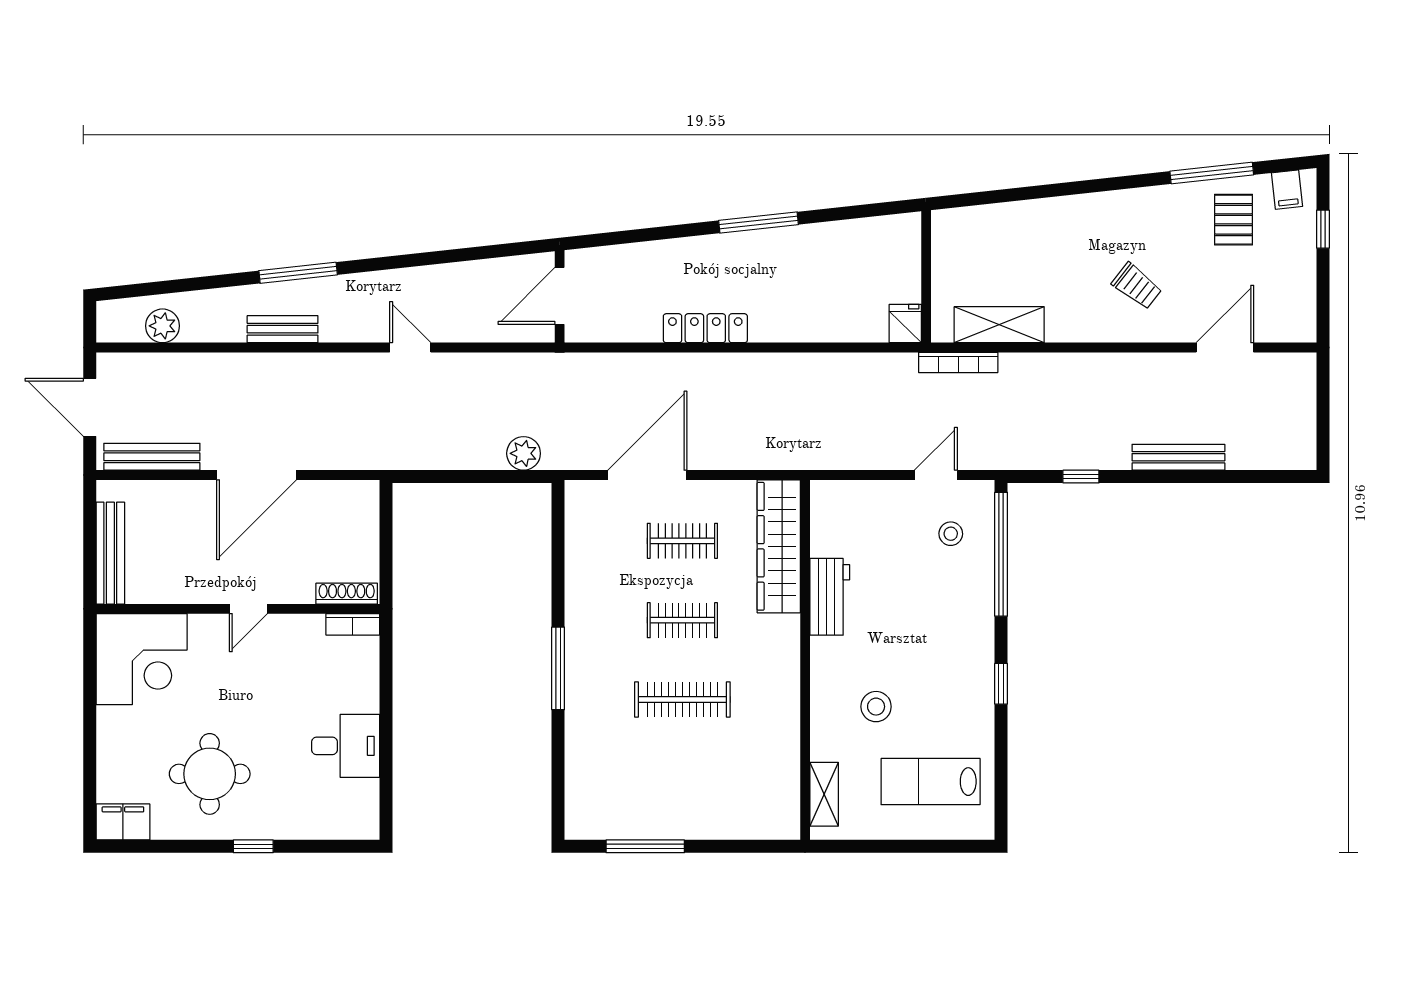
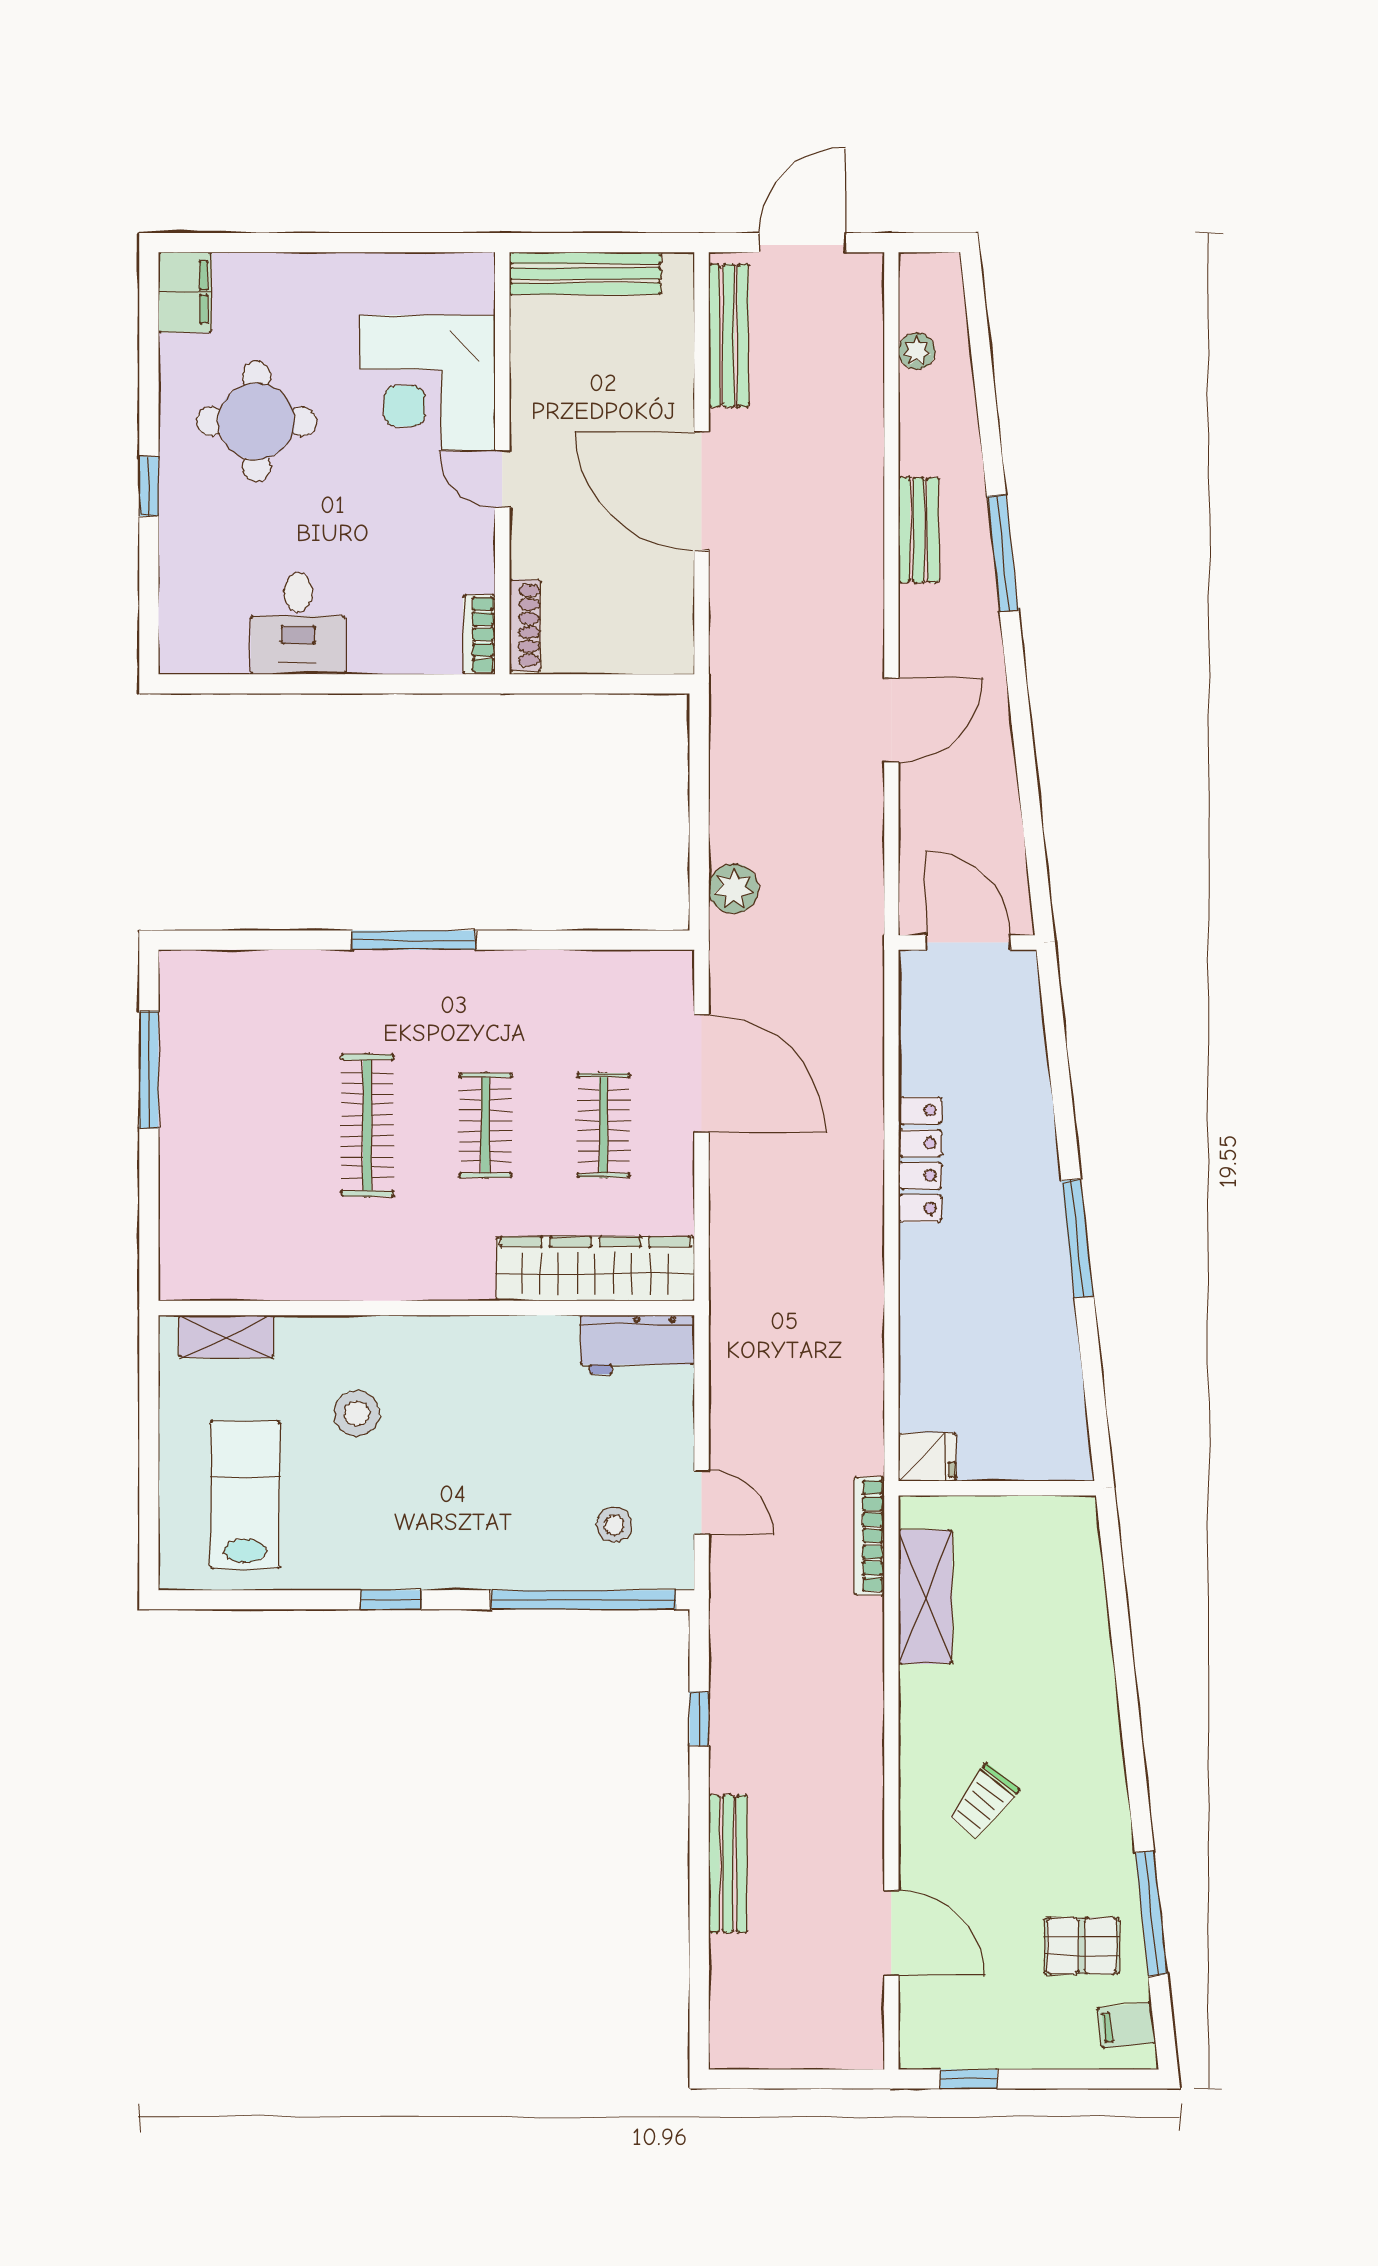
window: (1323, 229) -> (969, 2079), moved
plant: (162, 326) -> (917, 351), width x0.73, depth x0.73
door: (410, 348) -> (891, 720), width x1.38
workbench: (830, 597) -> (637, 1345), moved
corner desk: (142, 659) -> (427, 383), moved

